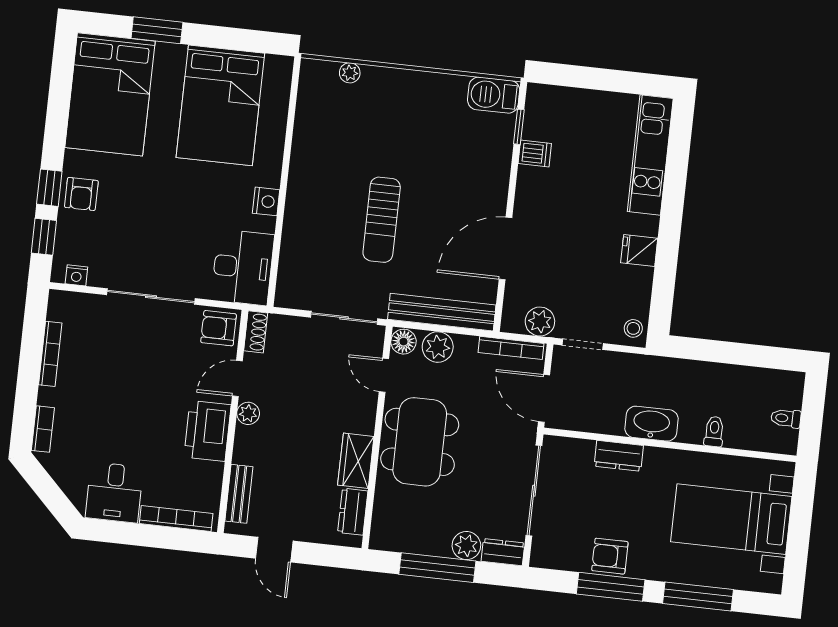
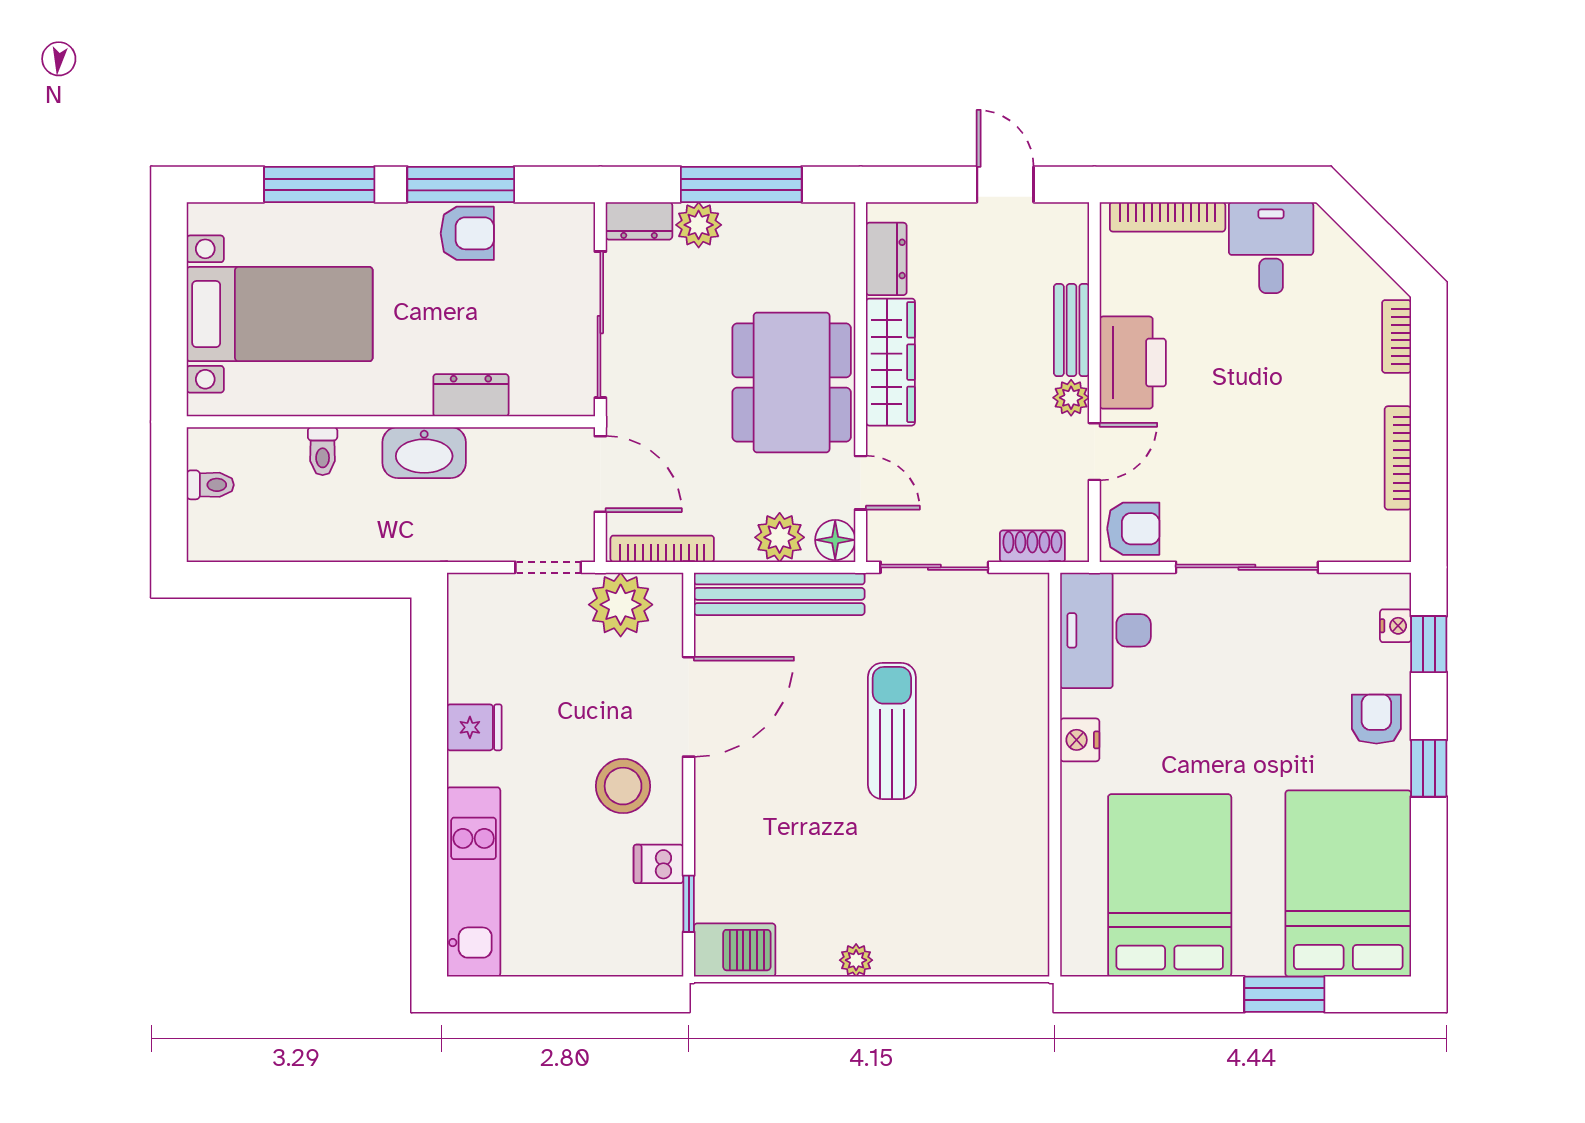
plant: (350, 73) -> (856, 960), moved
window: (49, 188) -> (1429, 768), moved
nightstand: (76, 275) -> (1396, 626), moved, turned 90
plant: (540, 322) -> (621, 605), width x1.36, depth x1.36
stool: (633, 328) -> (623, 786), moved, width x1.89, depth x1.89
shoe rack: (256, 332) -> (1032, 546), moved, turned 90
wardrobe: (356, 461) -> (890, 362), width x1.50
bench: (239, 494) -> (1072, 330), moved

